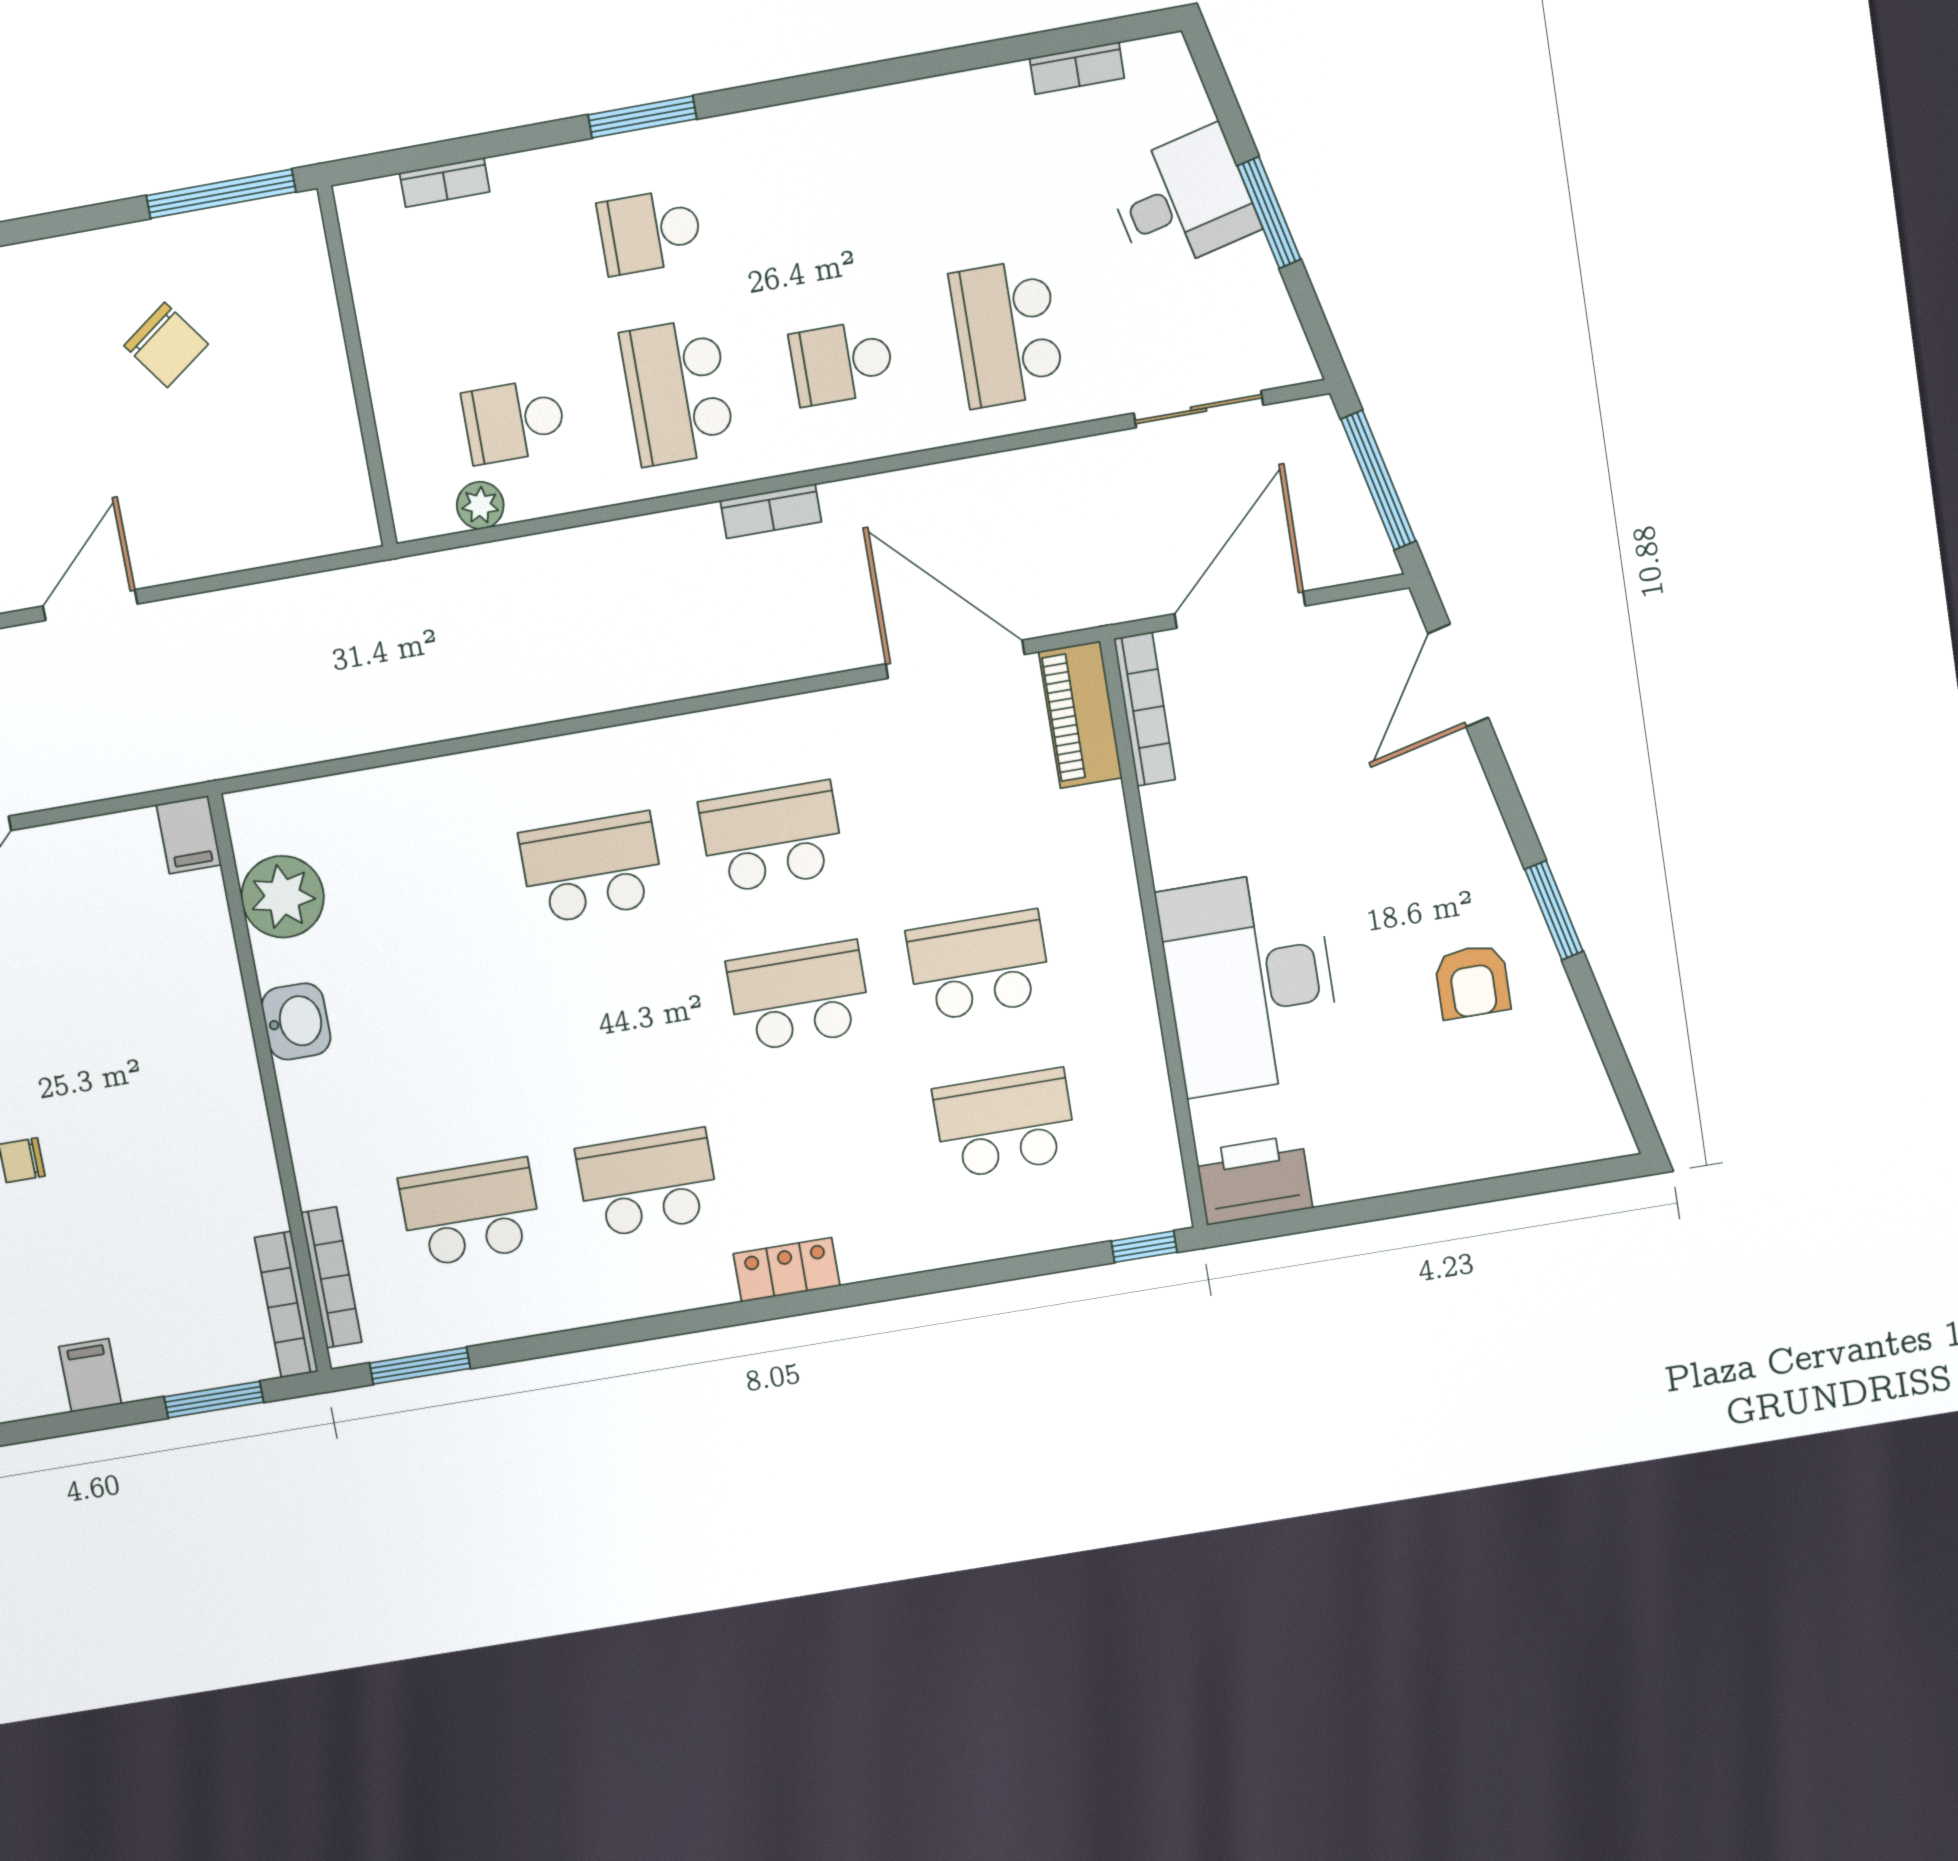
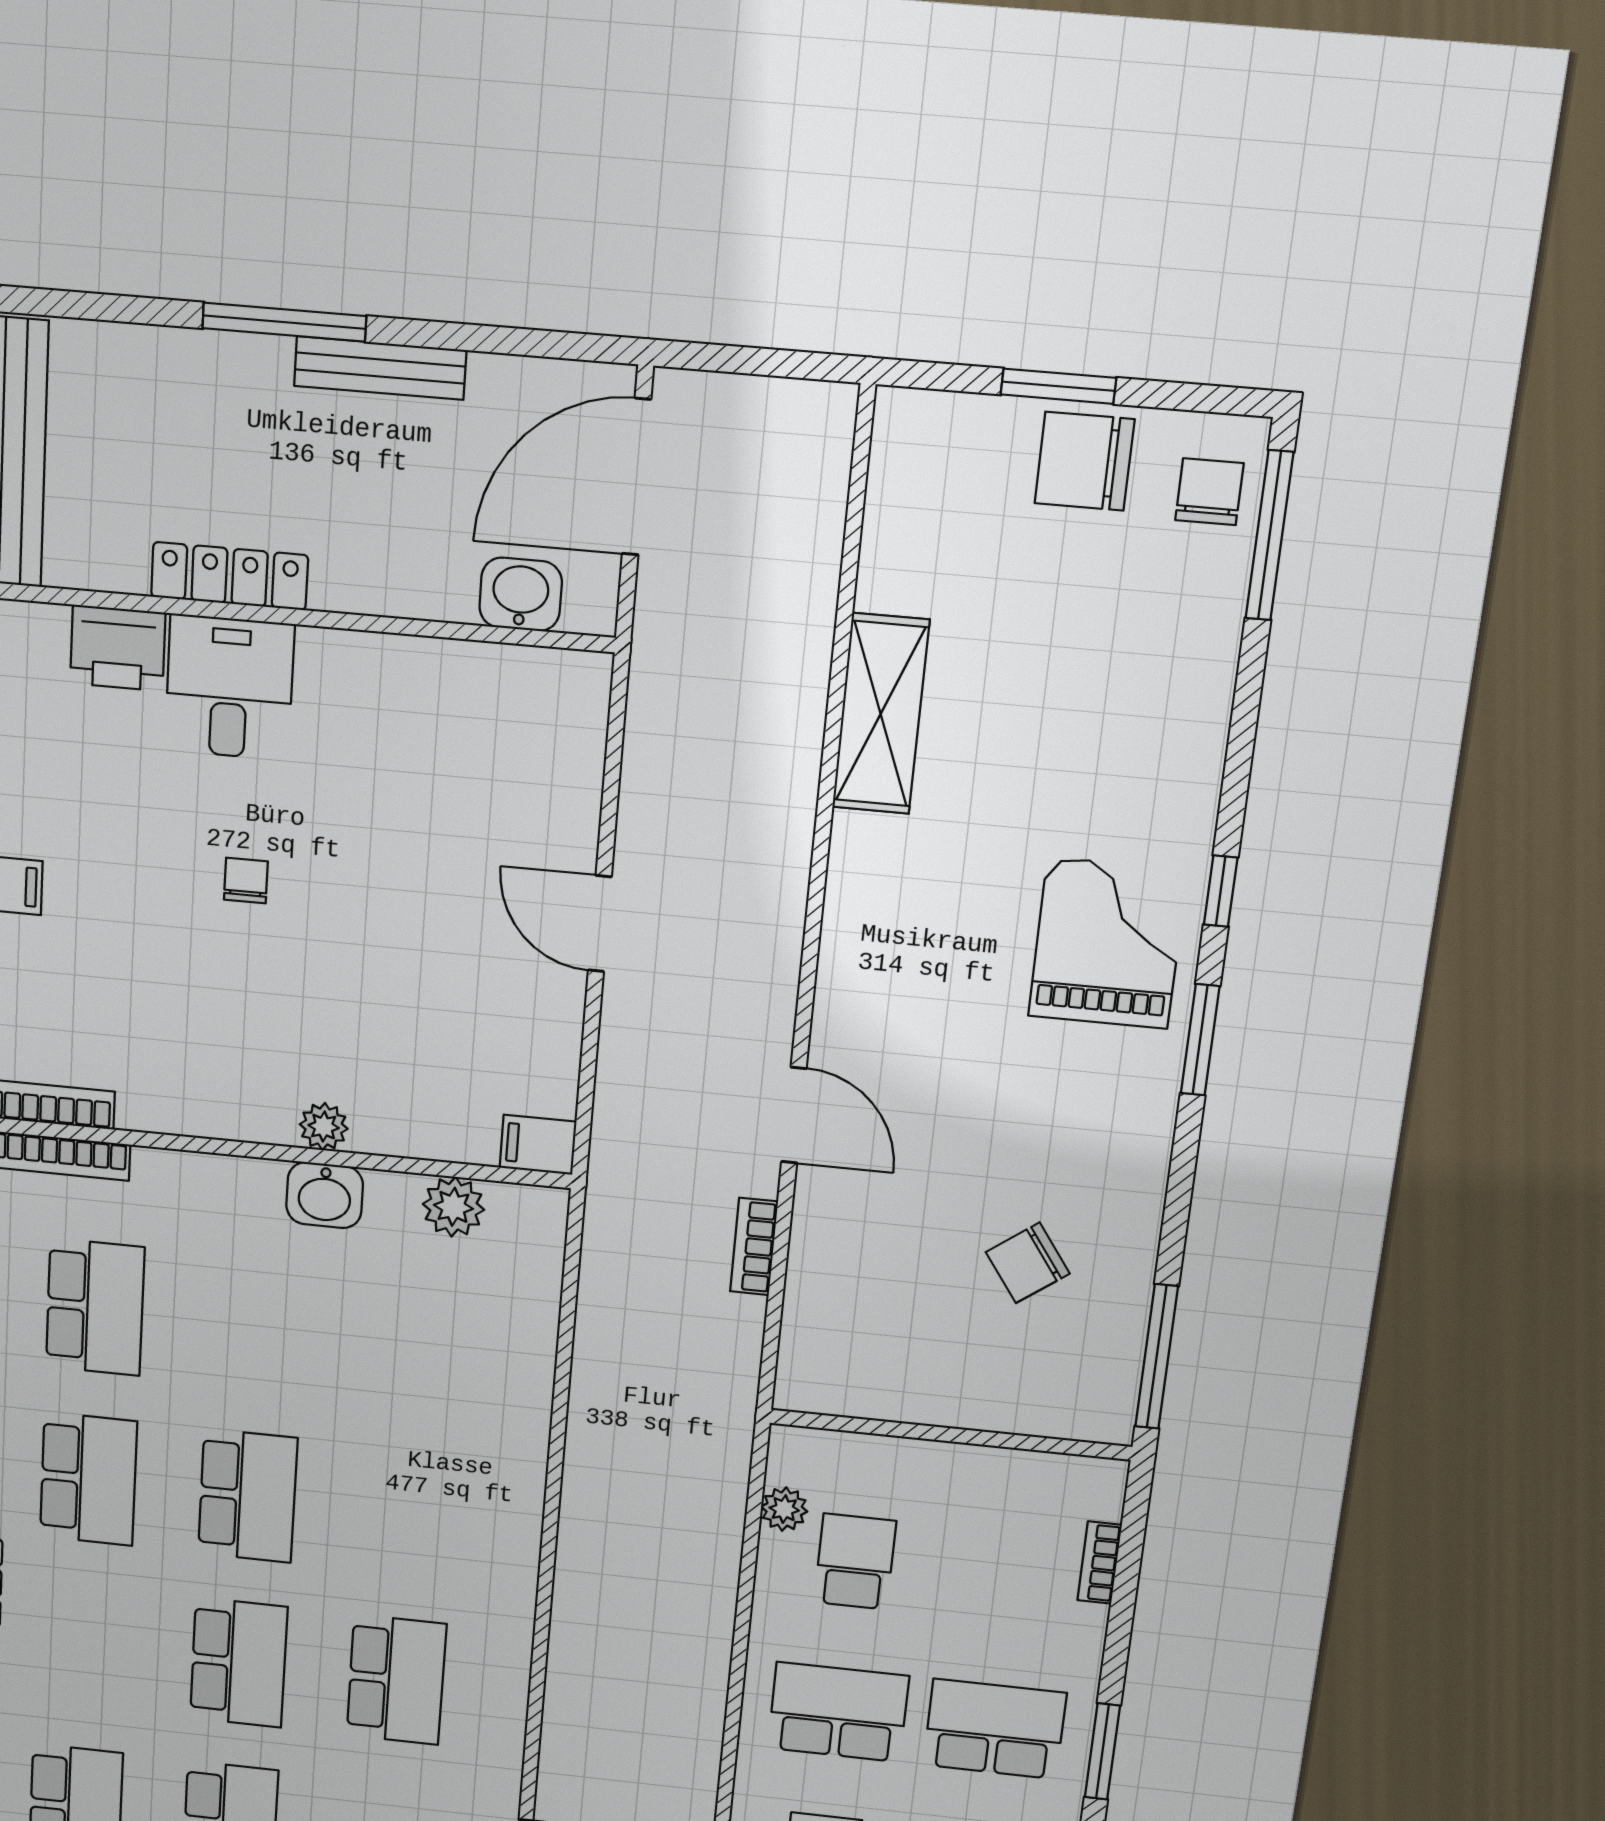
school desk: (650, 232) -> (995, 1729), width x1.85
bookcase: (771, 511) -> (754, 1247), moved
school desk: (592, 868) -> (248, 1496), moved
plant: (283, 897) -> (453, 1207), width x0.73, depth x0.73
plant: (230, 1038) -> (324, 1127), added

